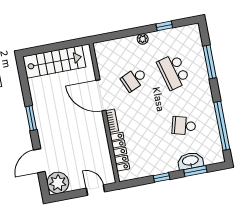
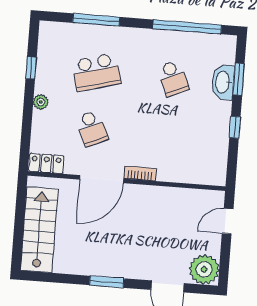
school desk: (184, 126) -> (173, 78), turned -39
locker: (120, 152) -> (46, 164), moved, width x0.66

